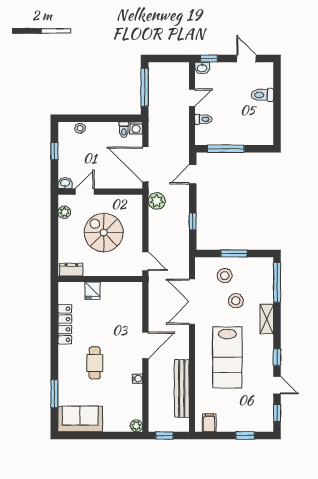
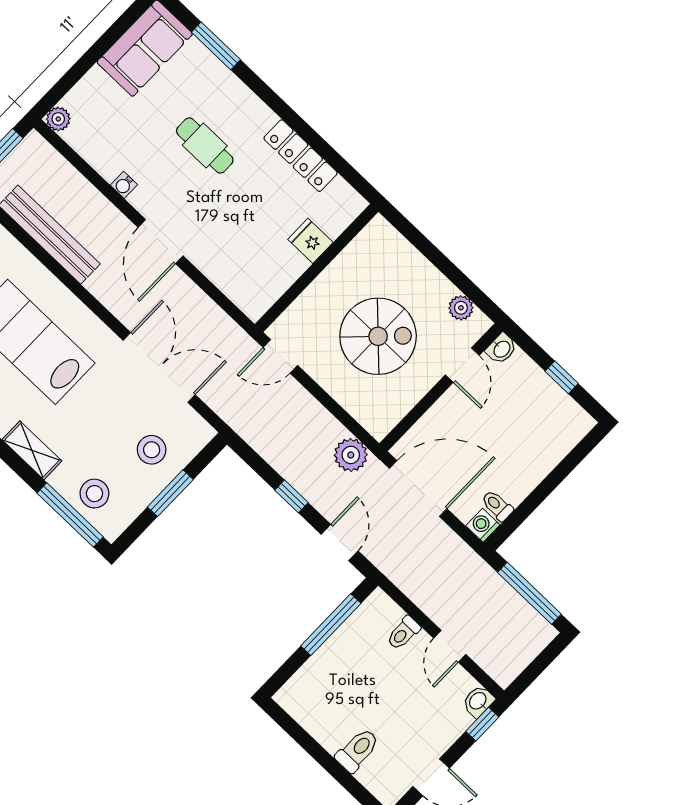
stool: (80, 128) -> (559, 445), removed
window: (193, 221) -> (291, 496), moved
dresser: (71, 270) -> (370, 239), removed
stool: (236, 301) -> (94, 494), moved

